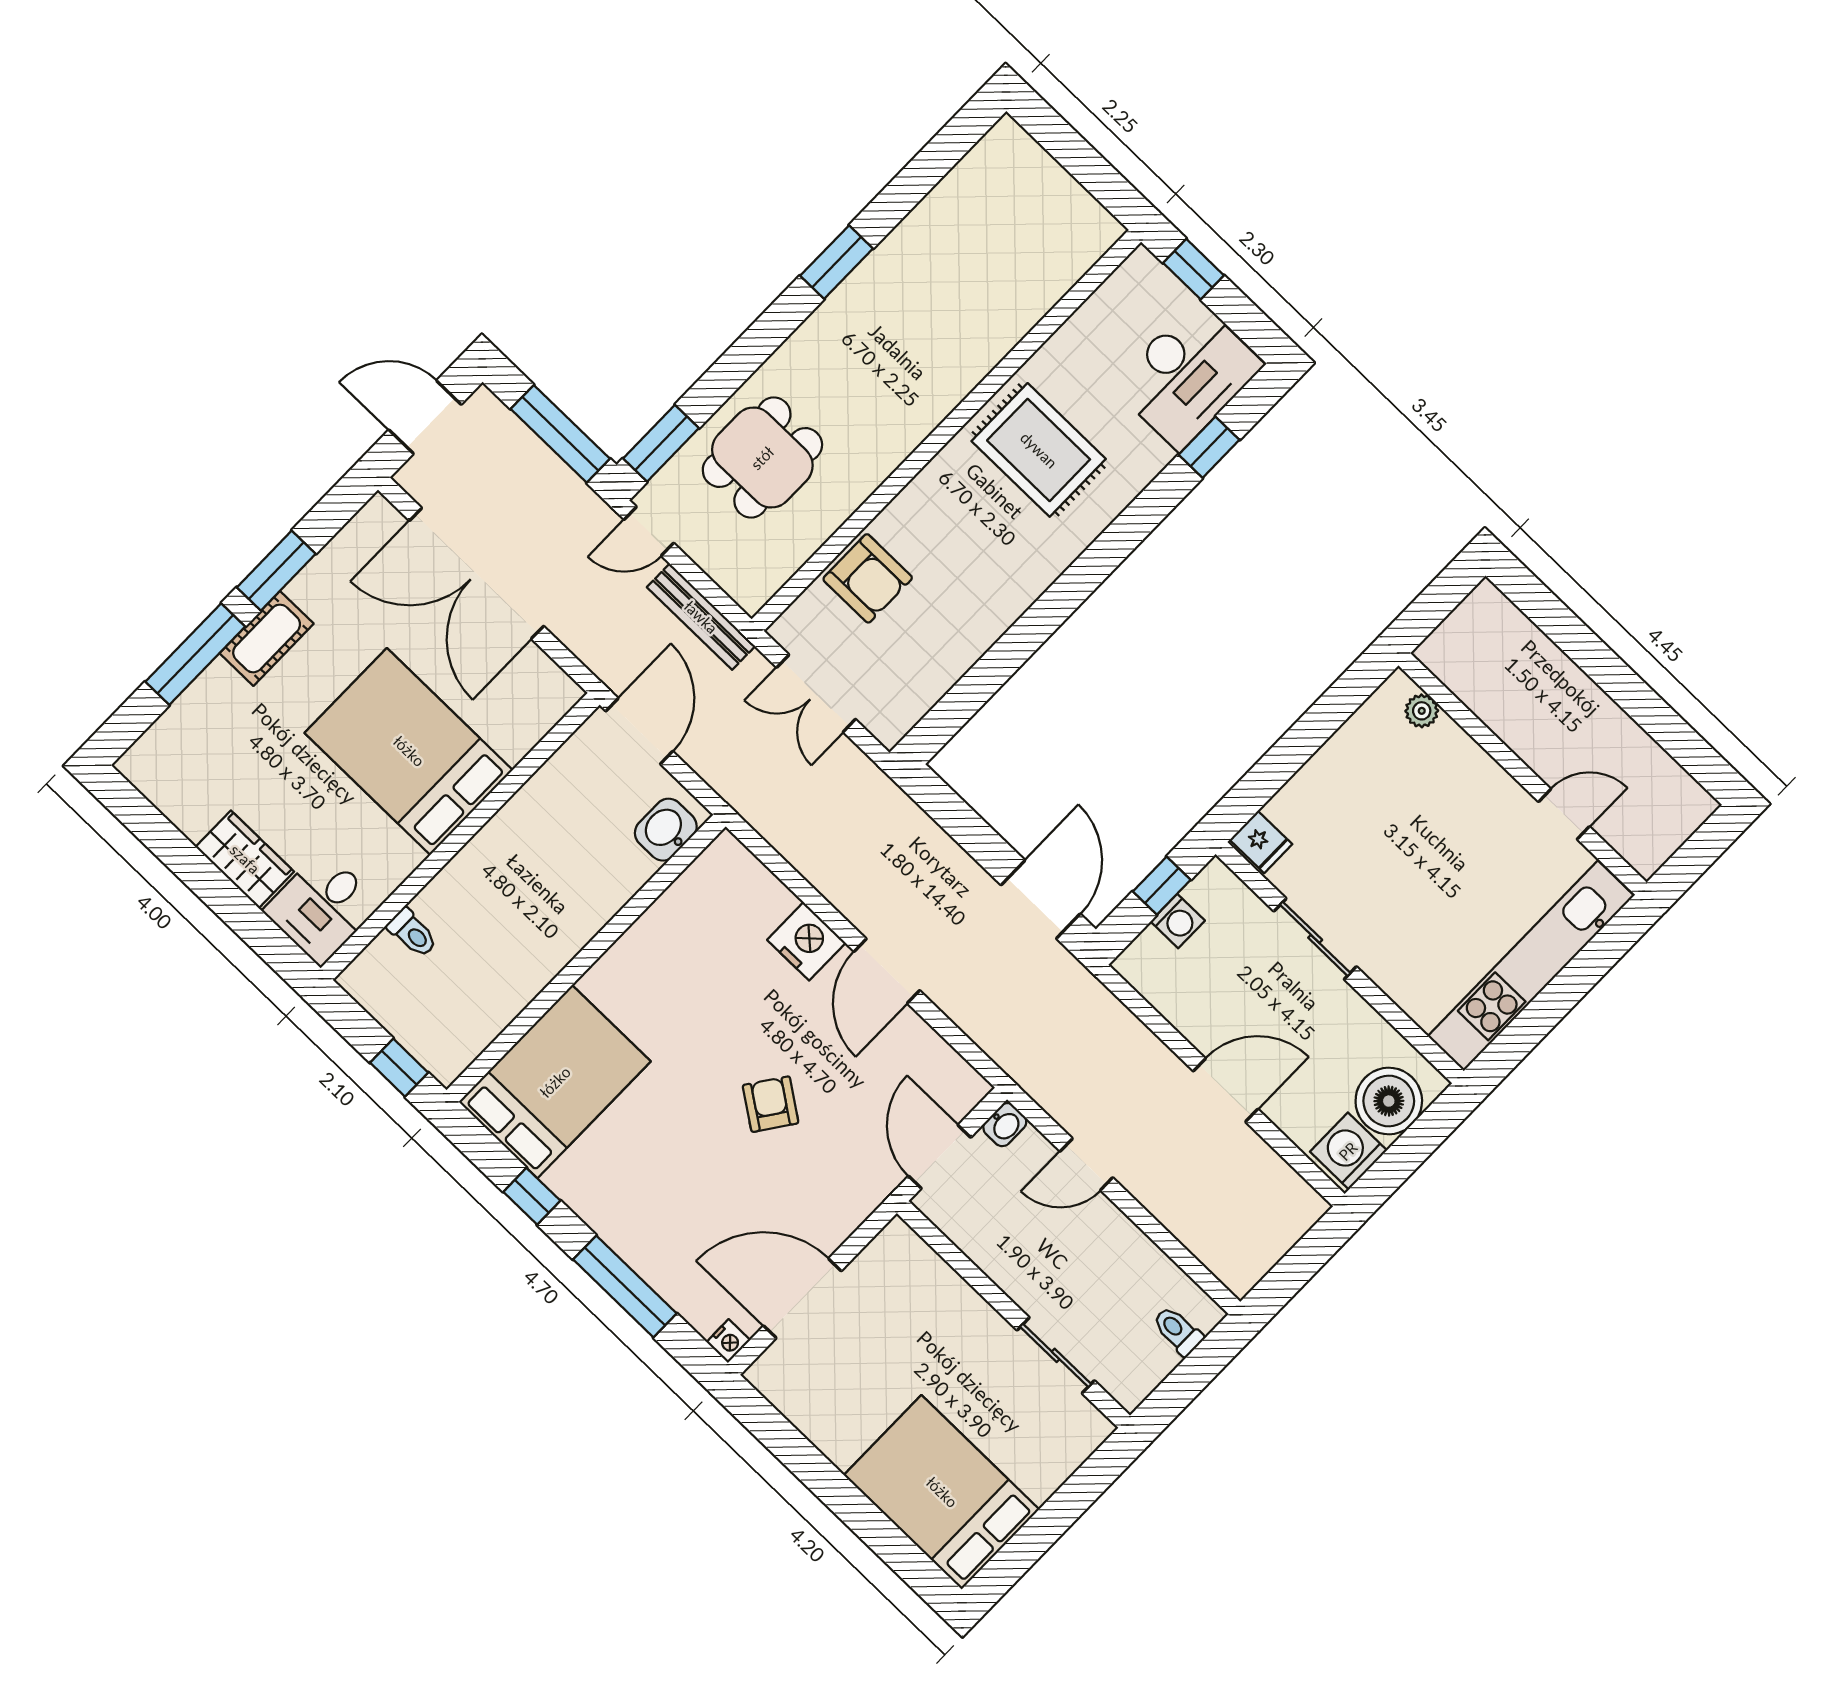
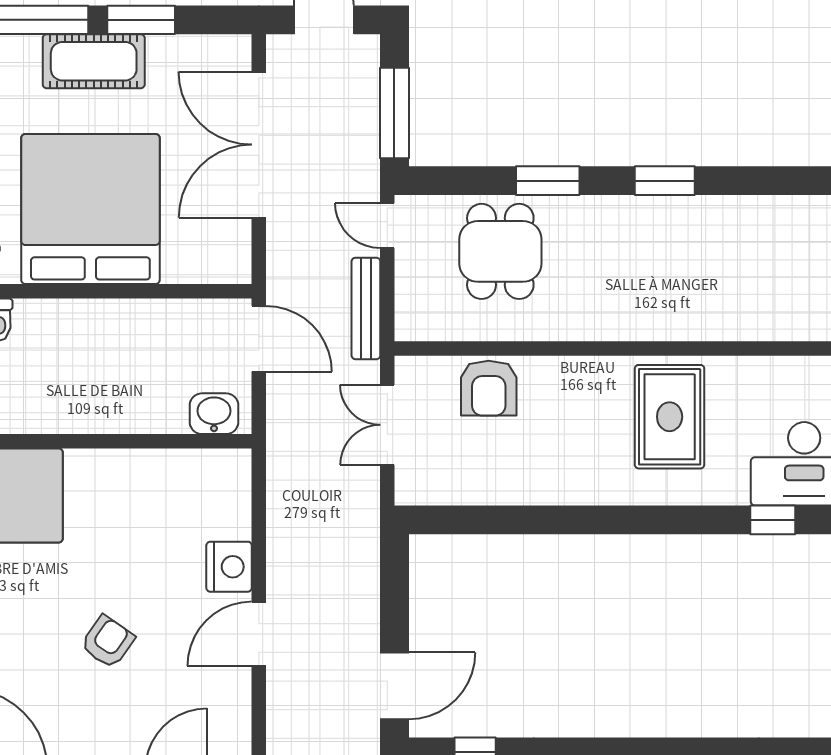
window: (661, 443) -> (548, 181), moved
dining table: (762, 458) -> (500, 251), turned 90
cot: (267, 638) -> (94, 61), width x1.37, depth x1.34
door: (639, 731) -> (259, 339), hinge flipped
bed: (409, 751) -> (90, 209), width x1.36

